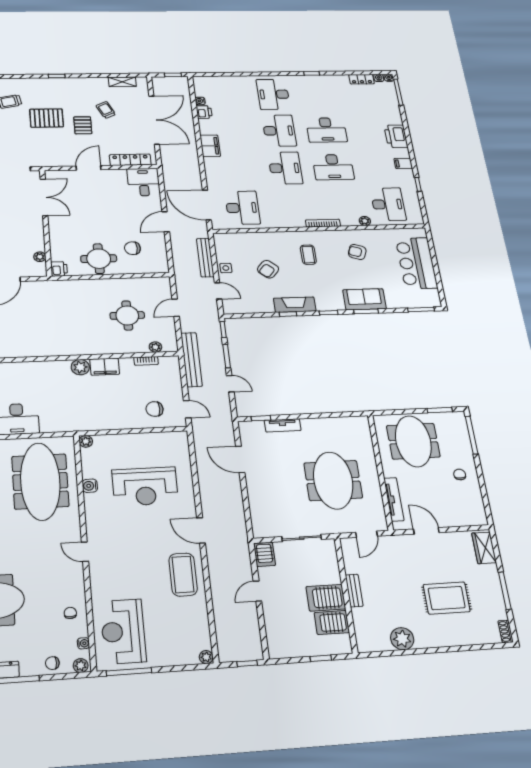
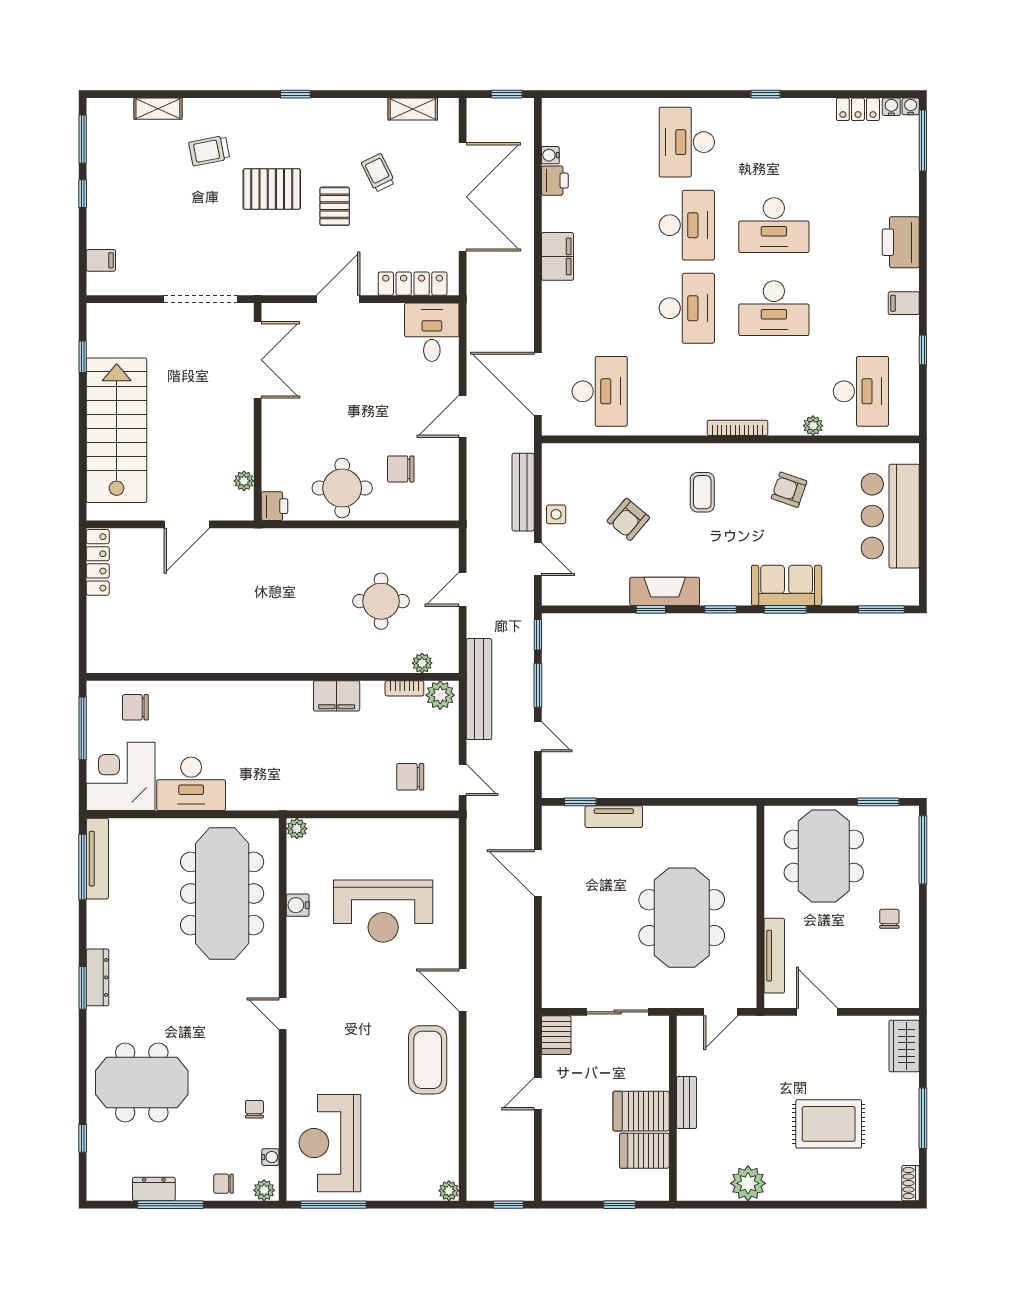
plant: (80, 367) -> (440, 695), moved

